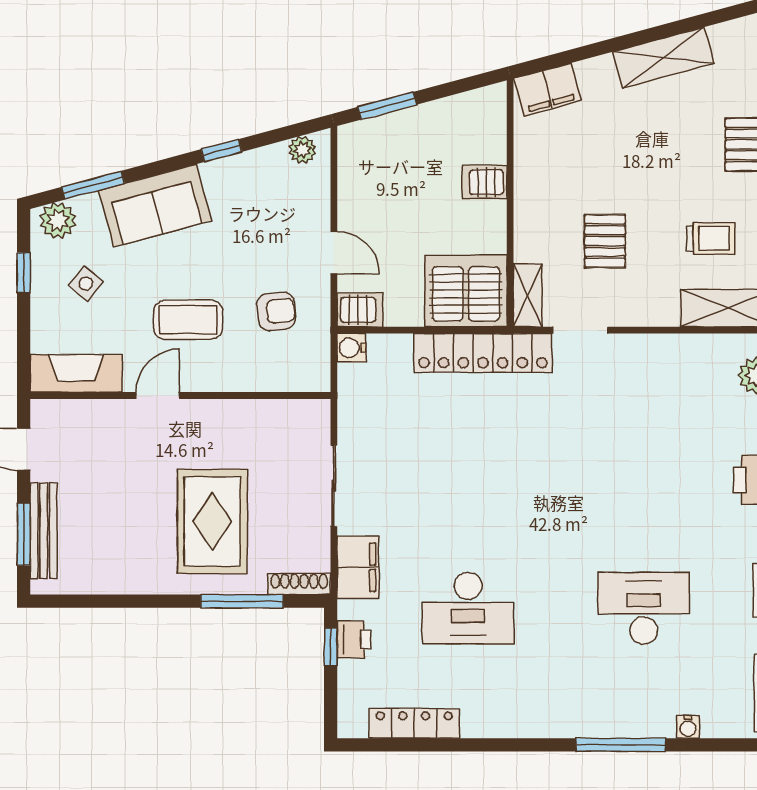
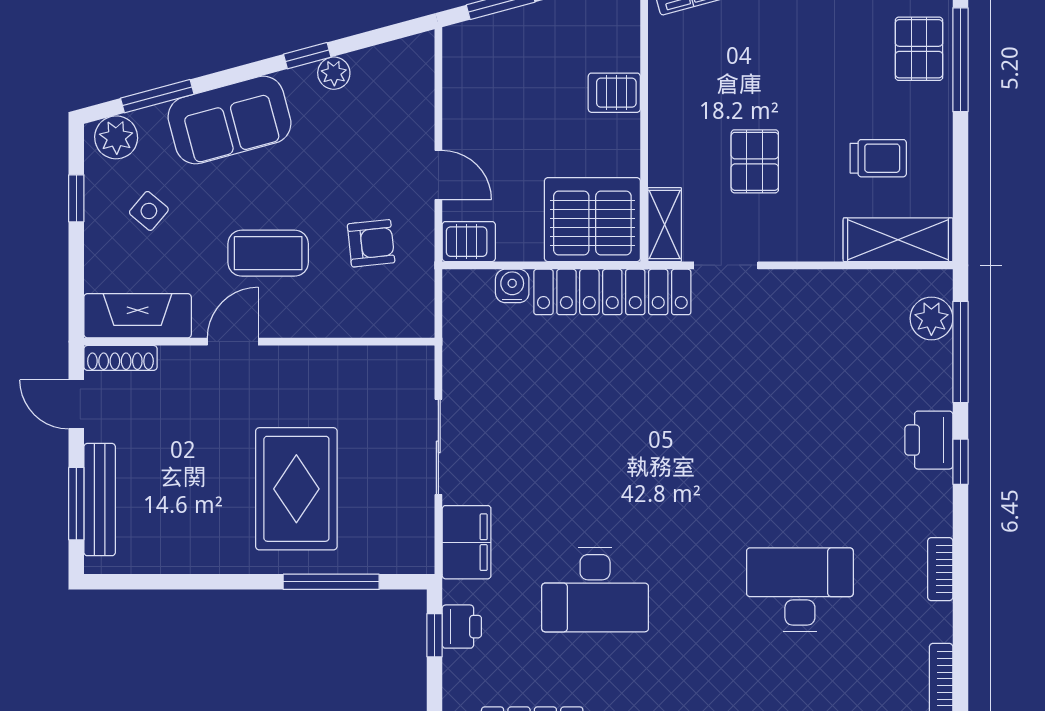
plant: (302, 150) -> (334, 73), moved
water cooler: (351, 348) -> (512, 286), moved, turned 90
shoe rack: (299, 584) -> (120, 358), moved, turned 180

